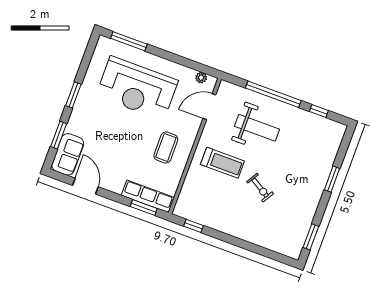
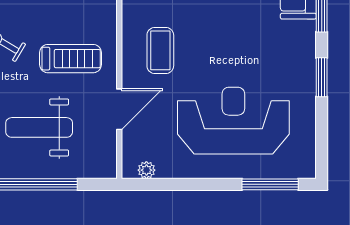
door: (209, 107) -> (119, 109), moved
treadmill: (222, 163) -> (71, 59), turned 180

